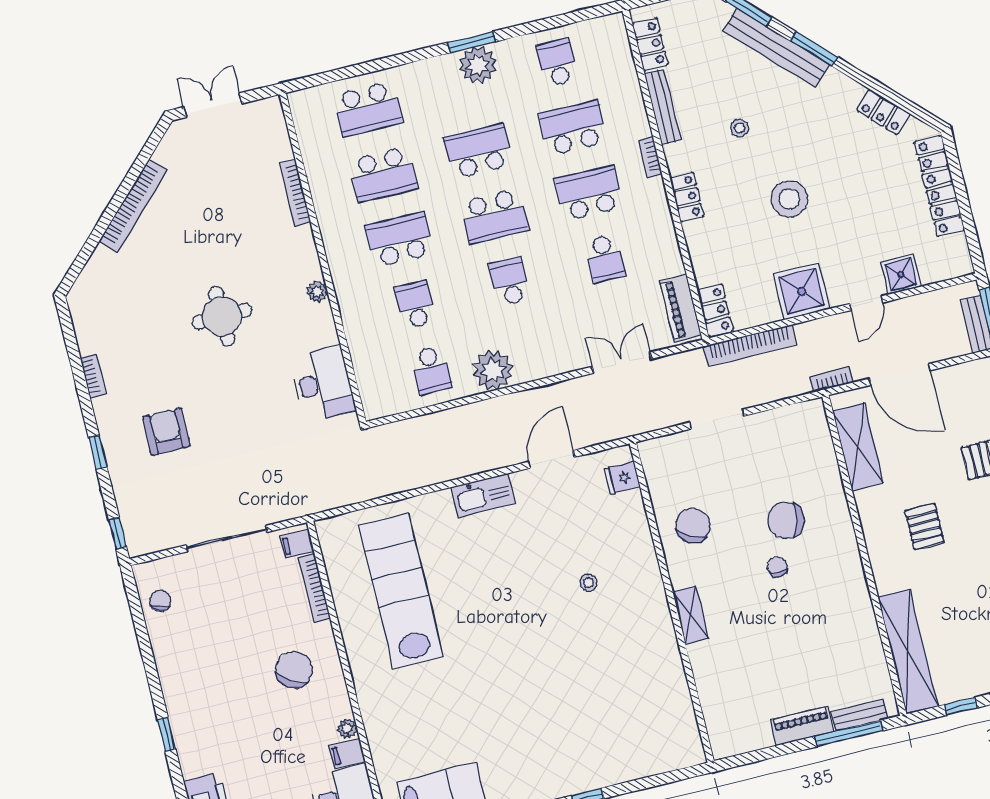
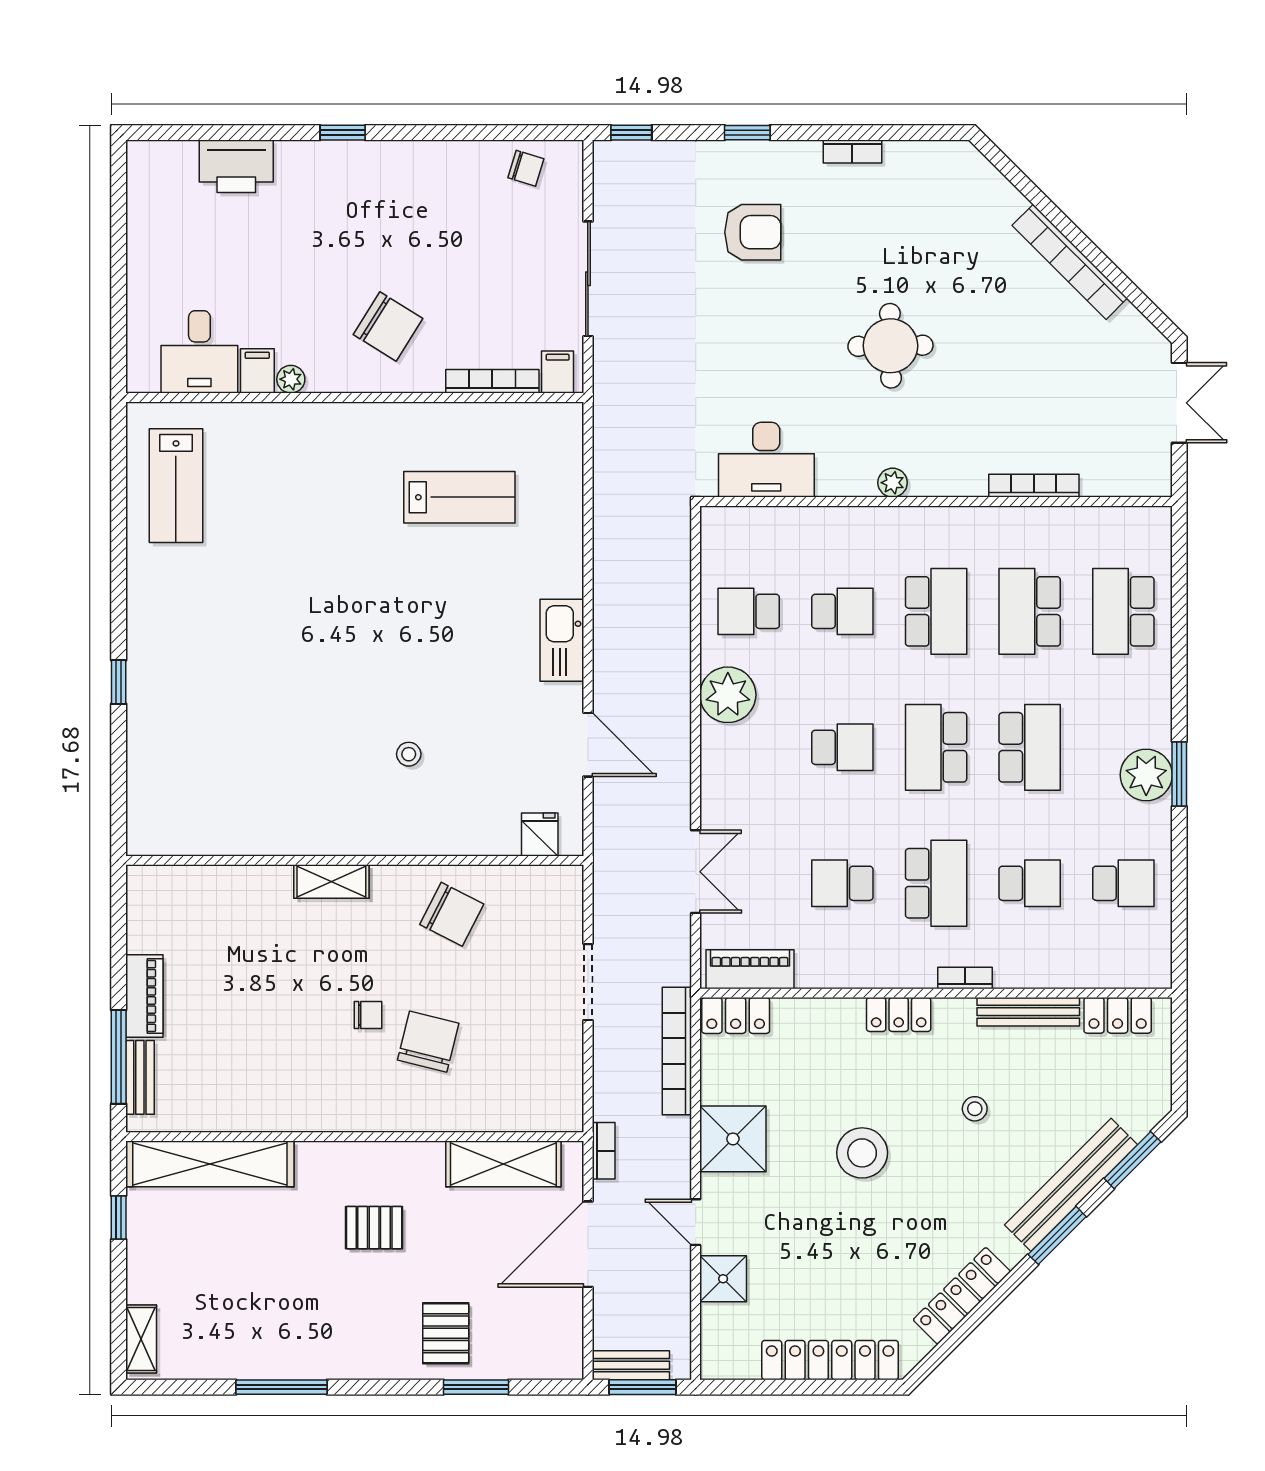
locker: (883, 112) -> (962, 1296), width x1.53
school desk: (573, 128) -> (1030, 883), width x0.54
lab bench: (401, 591) -> (459, 497), width x0.54, depth x0.72

